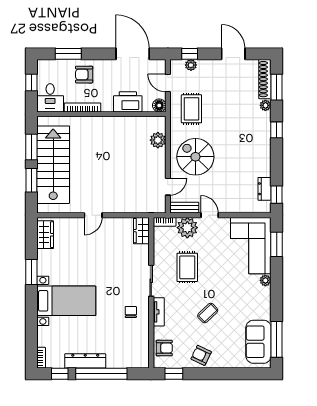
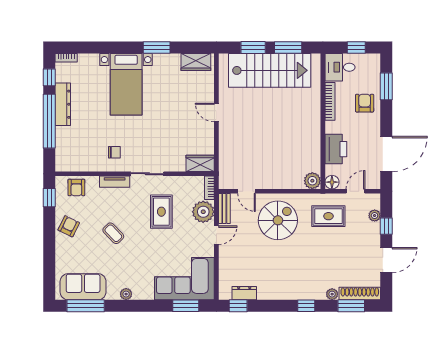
window: (190, 54) -> (386, 226), moved
plant: (158, 140) -> (312, 181), moved
rug: (187, 267) -> (161, 212), turned 90
plant: (265, 280) -> (126, 294), moved

